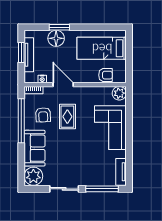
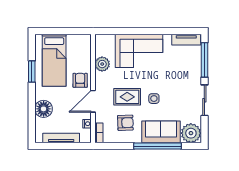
window: (59, 27) -> (32, 71), moved
window: (21, 52) -> (59, 146), removed
armchair: (106, 75) -> (80, 80), moved
plant: (119, 93) -> (102, 64), moved
window: (21, 121) -> (157, 146), moved
side table: (66, 142) -> (154, 99), added

